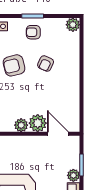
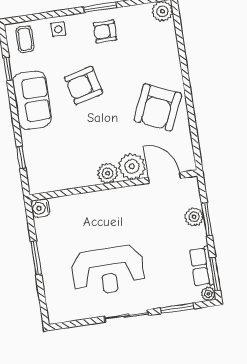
armchair: (46, 64) -> (158, 107), moved, width x1.88, depth x1.88
plant: (73, 175) -> (194, 217), moved

